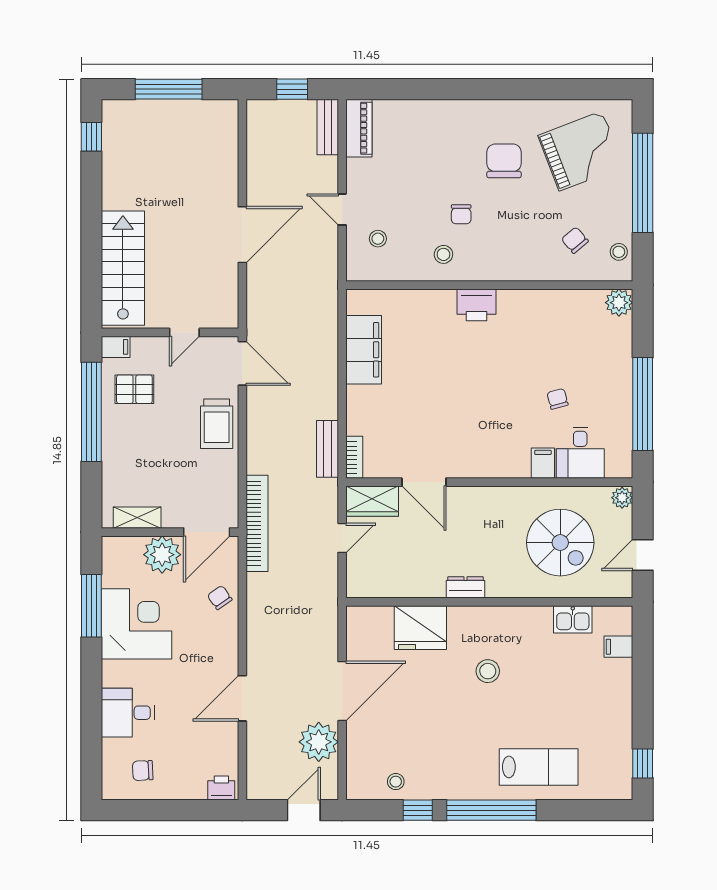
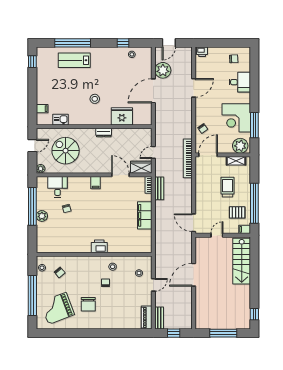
door: (342, 209) -> (153, 285), hinge flipped
plant: (619, 303) -> (42, 216), moved
filing cabinet: (364, 350) -> (145, 215), moved
trolley: (217, 424) -> (228, 187), moved
filing cabinet: (543, 463) -> (96, 183), moved
plant: (162, 555) -> (240, 146), moved
window: (491, 810) -> (73, 43), moved

